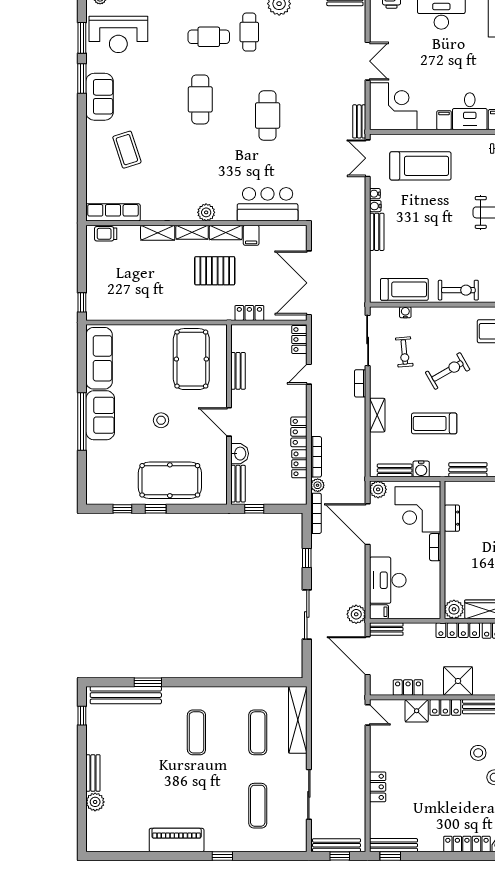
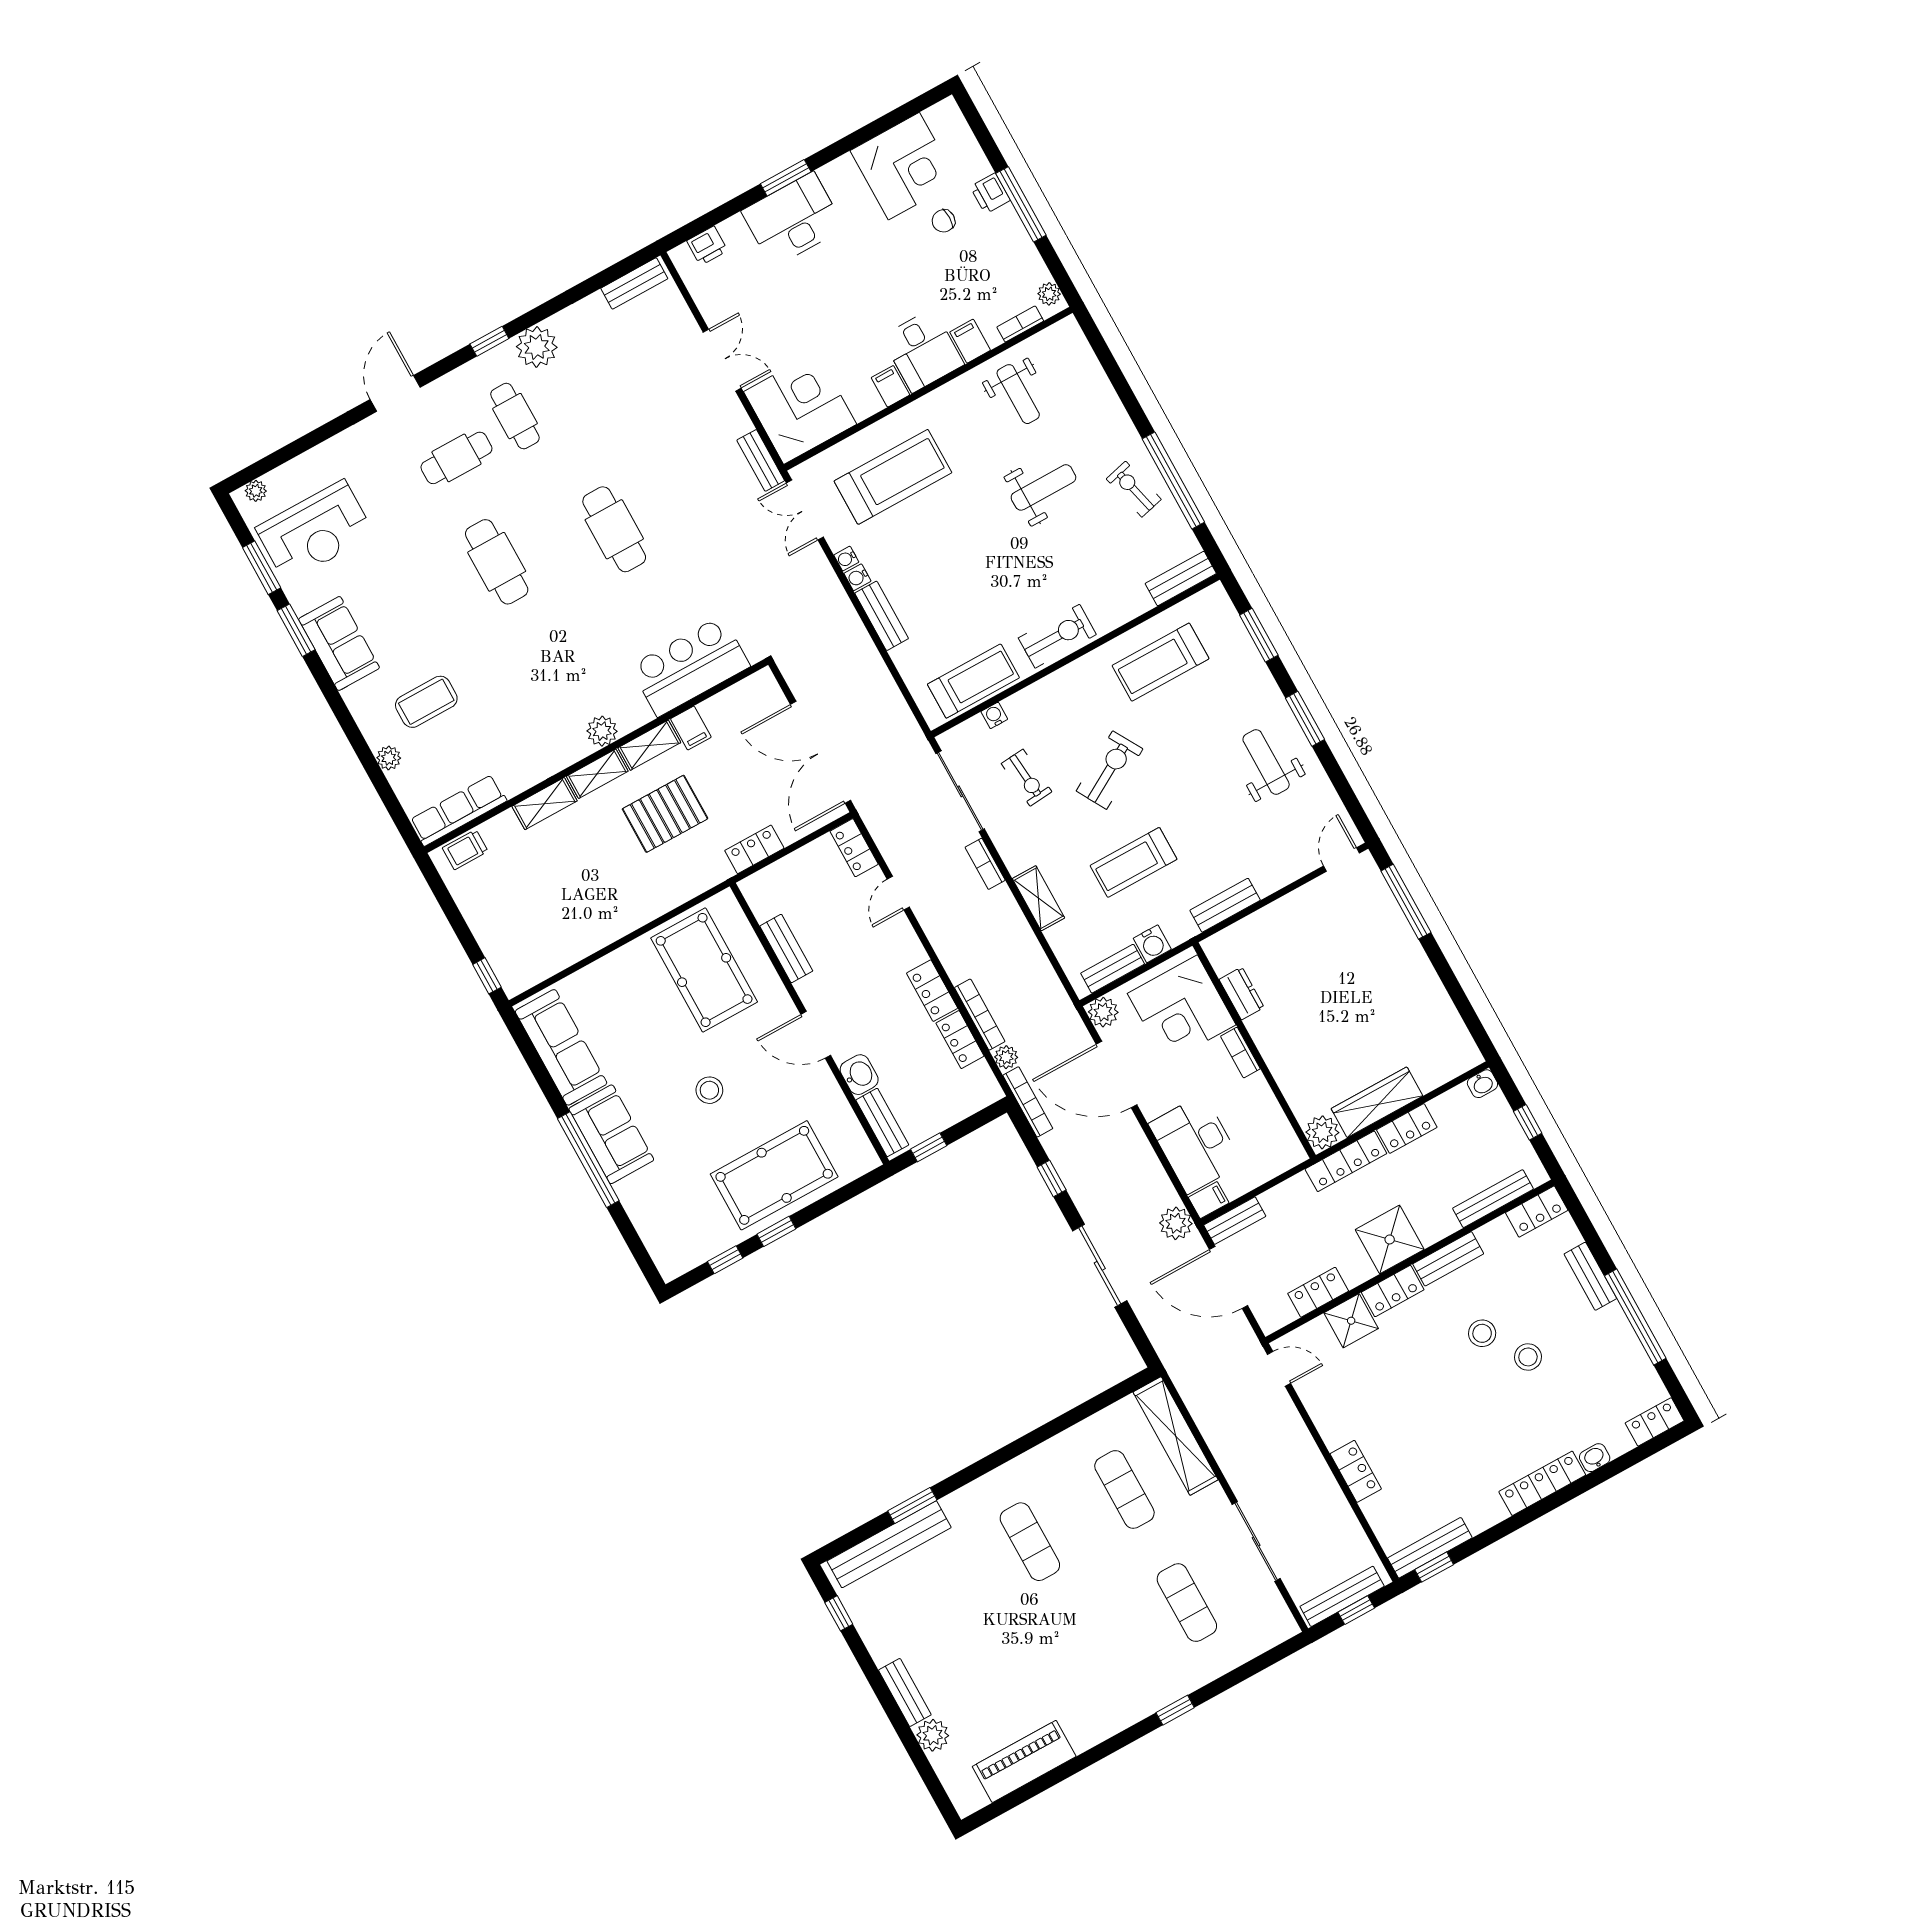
coffee table: (127, 150) -> (426, 702), turned -72
plant: (93, 167) -> (389, 758), added
piano: (177, 840) -> (1024, 1761), moved

